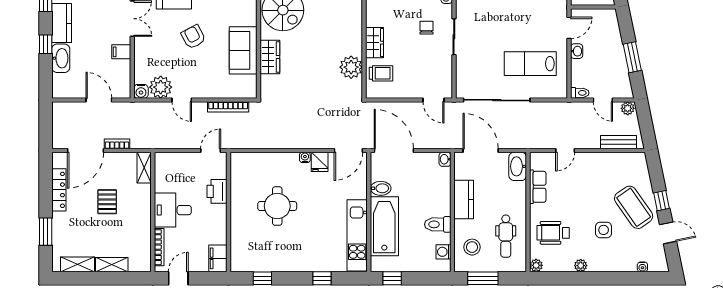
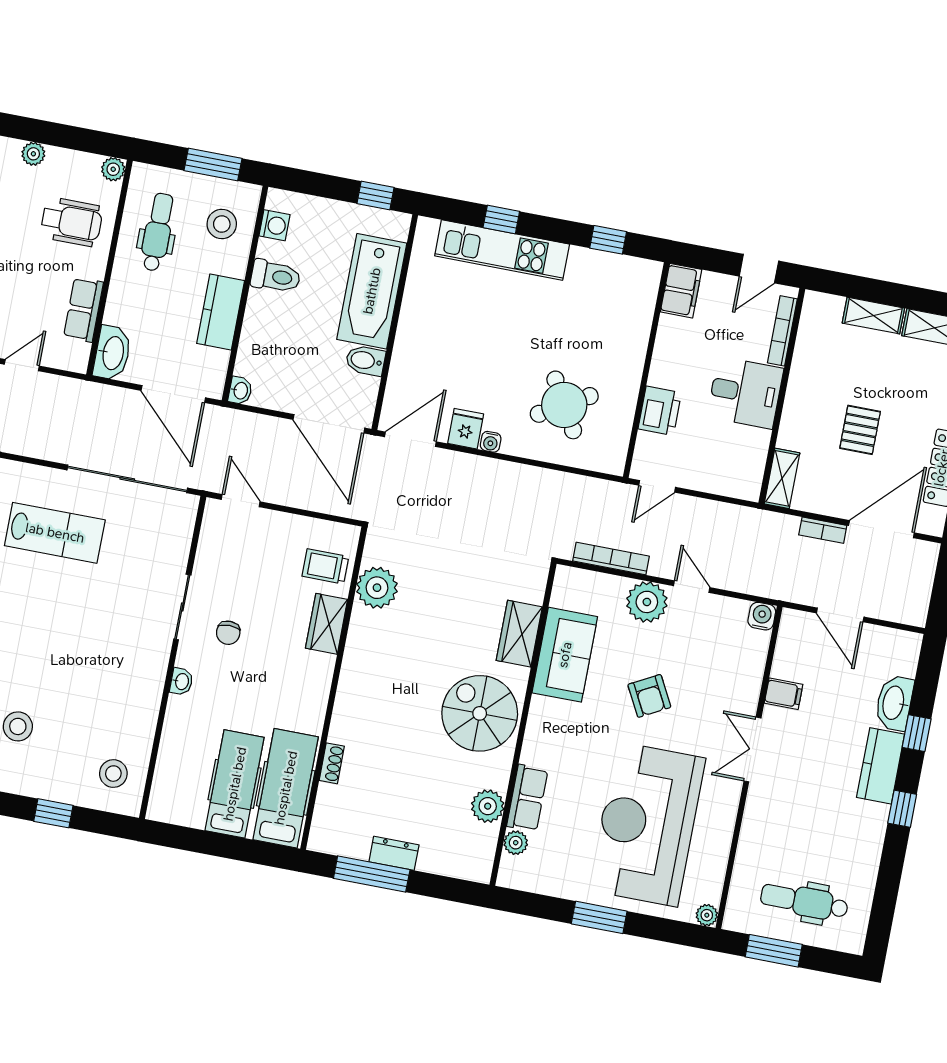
plant: (161, 87) -> (647, 602), moved
round table: (277, 206) -> (564, 405), moved, turned -30
kitchen unit: (357, 235) -> (502, 250), moved, turned 90

